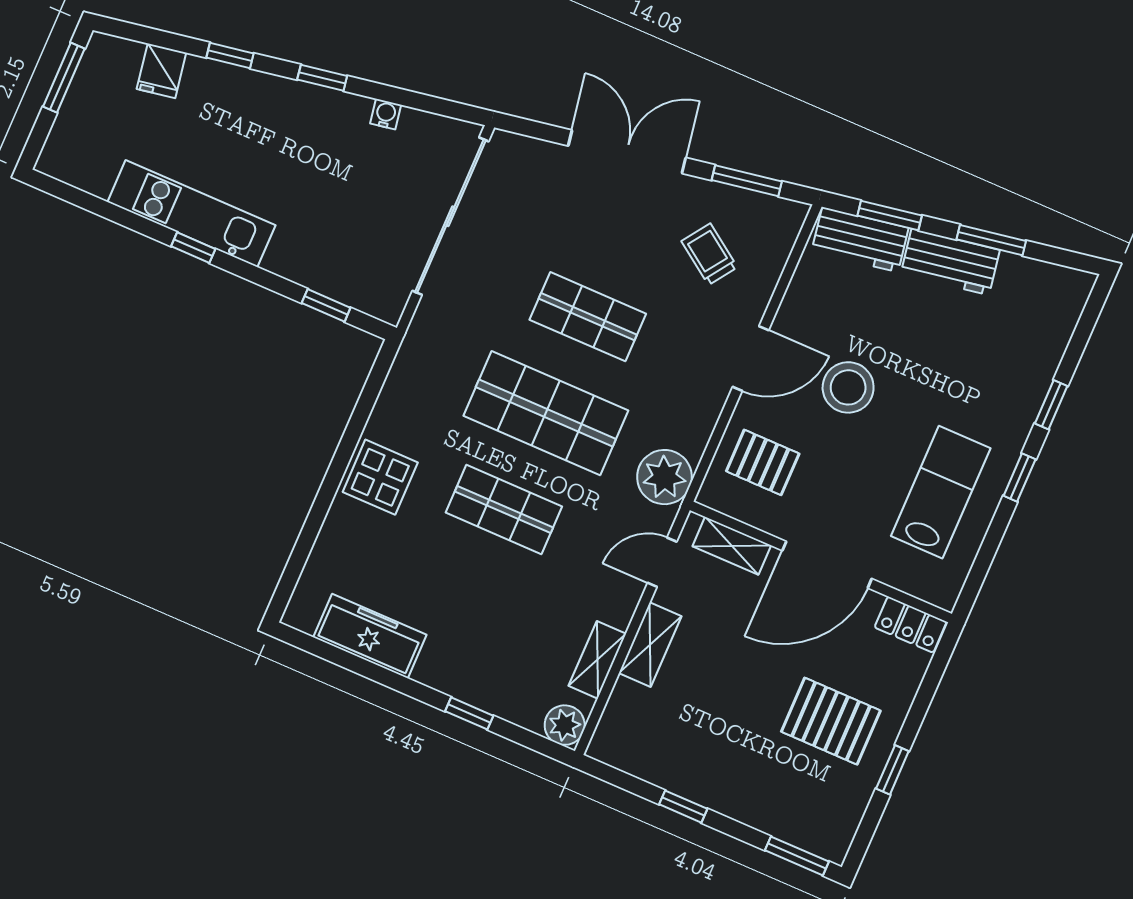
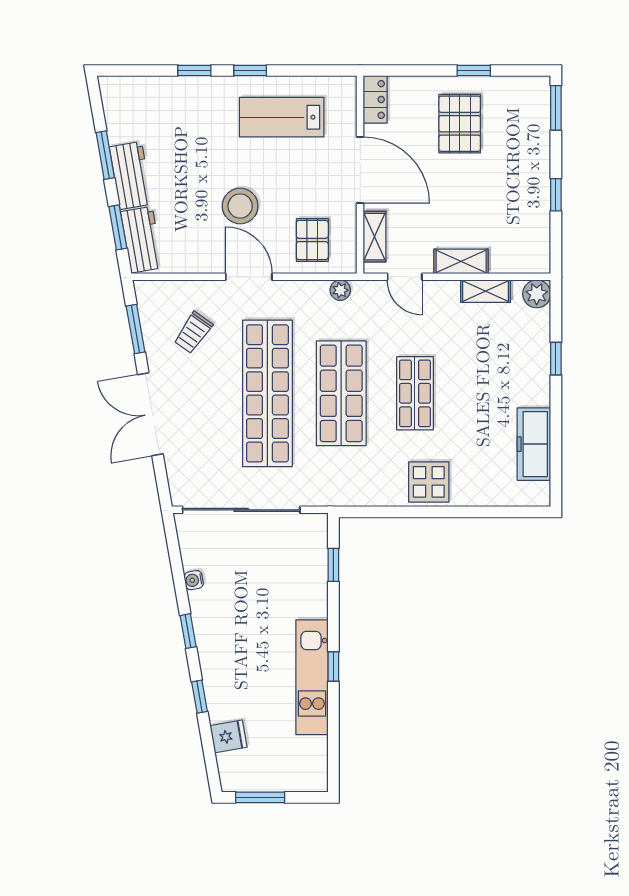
shop shelf: (588, 317) -> (267, 393), width x2.00, depth x1.36
plant: (664, 477) -> (340, 290), width x0.53, depth x0.53

